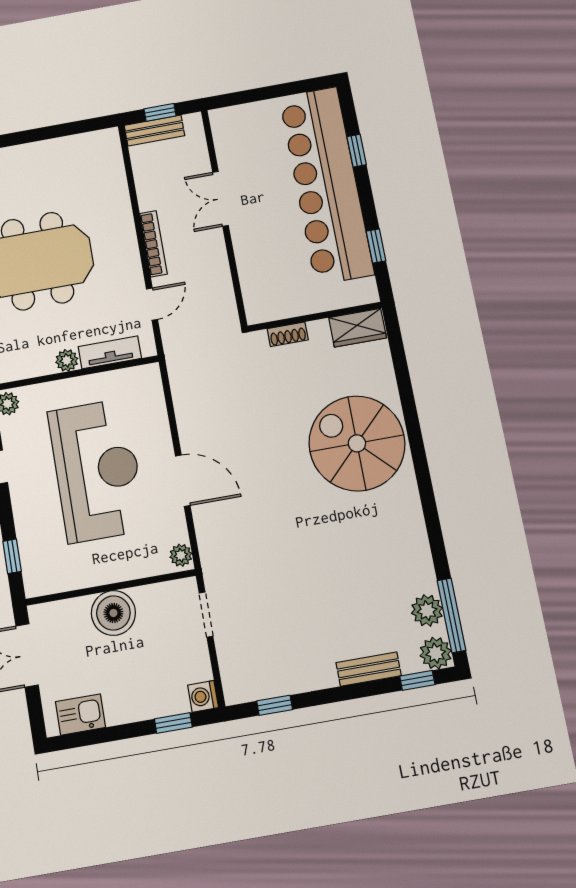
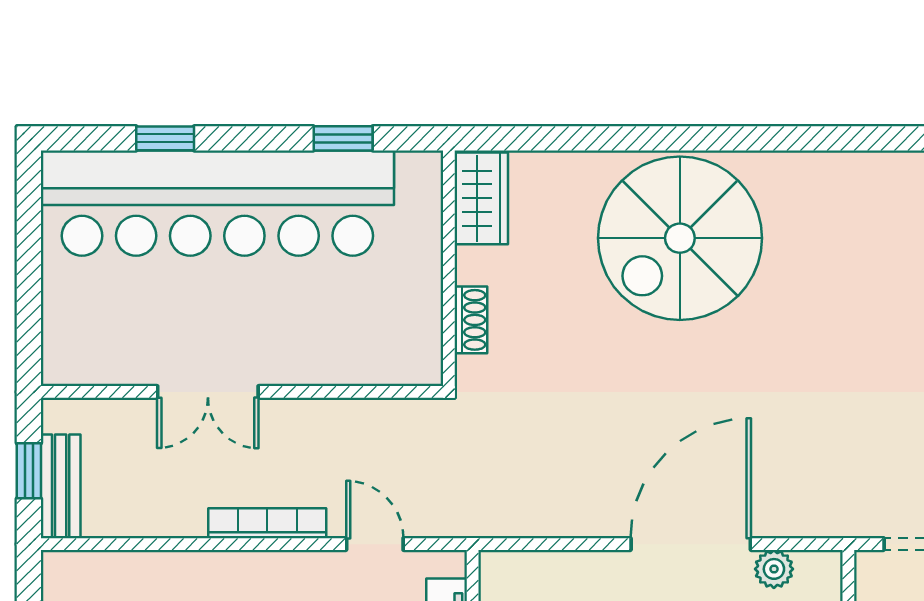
door: (183, 481) -> (691, 544), width x1.36
plant: (181, 555) -> (774, 569), moved

